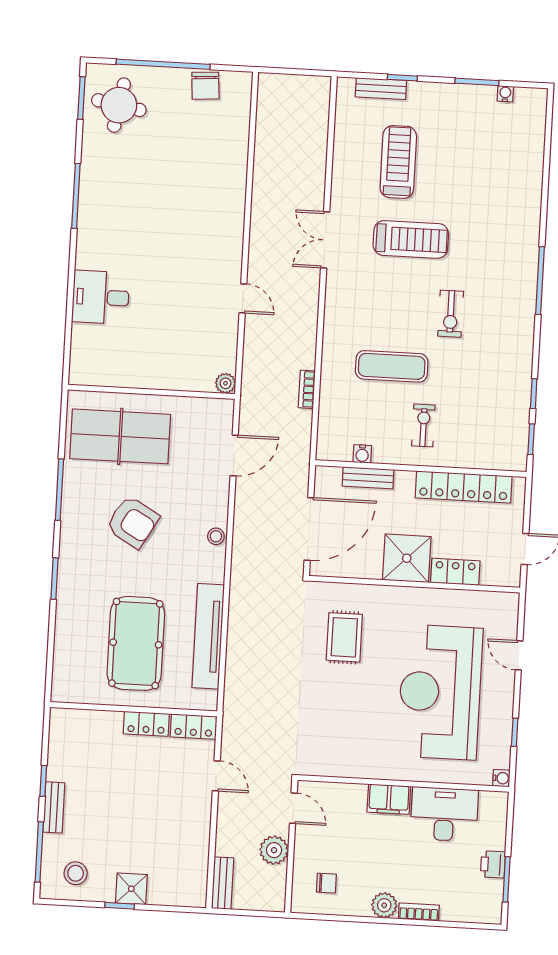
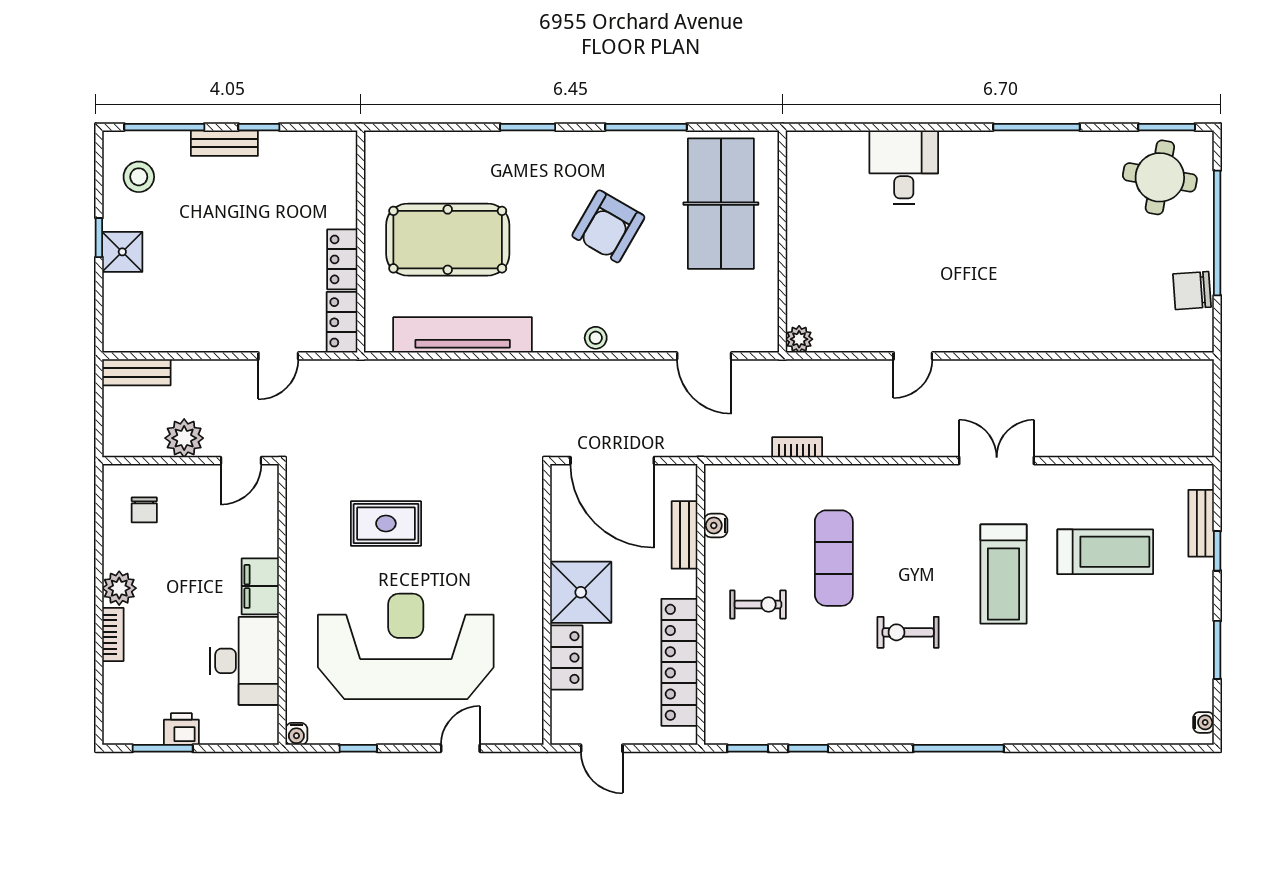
water cooler: (505, 94) -> (1204, 722), moved
rug: (344, 637) -> (386, 523), moved

